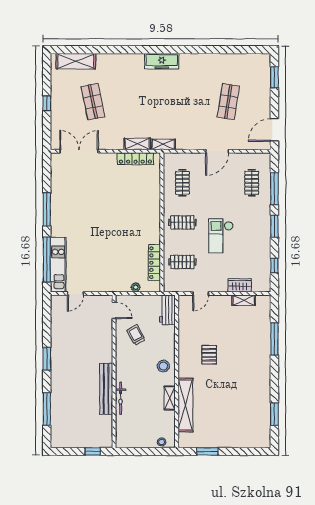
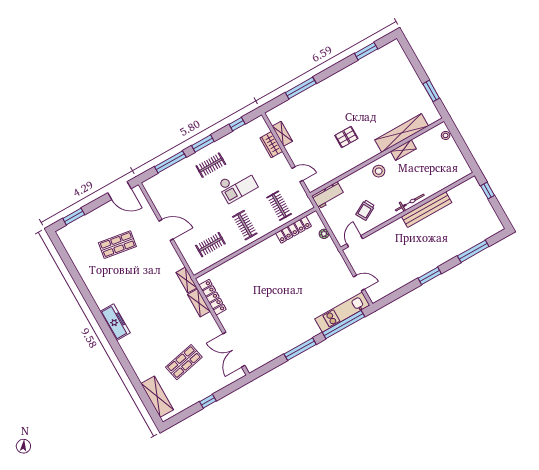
clothes rail: (252, 183) -> (211, 165), moved
bicycle: (121, 398) -> (410, 203), moved

